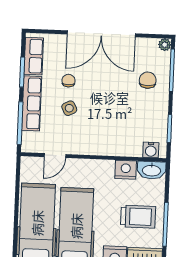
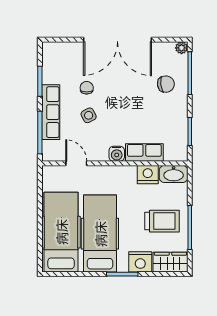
row of seats: (34, 56) -> (144, 152), moved, turned -90
chair: (148, 80) -> (166, 84), turned 83
water cooler: (151, 150) -> (117, 154), moved
door: (55, 156) -> (76, 163), swing flipped

